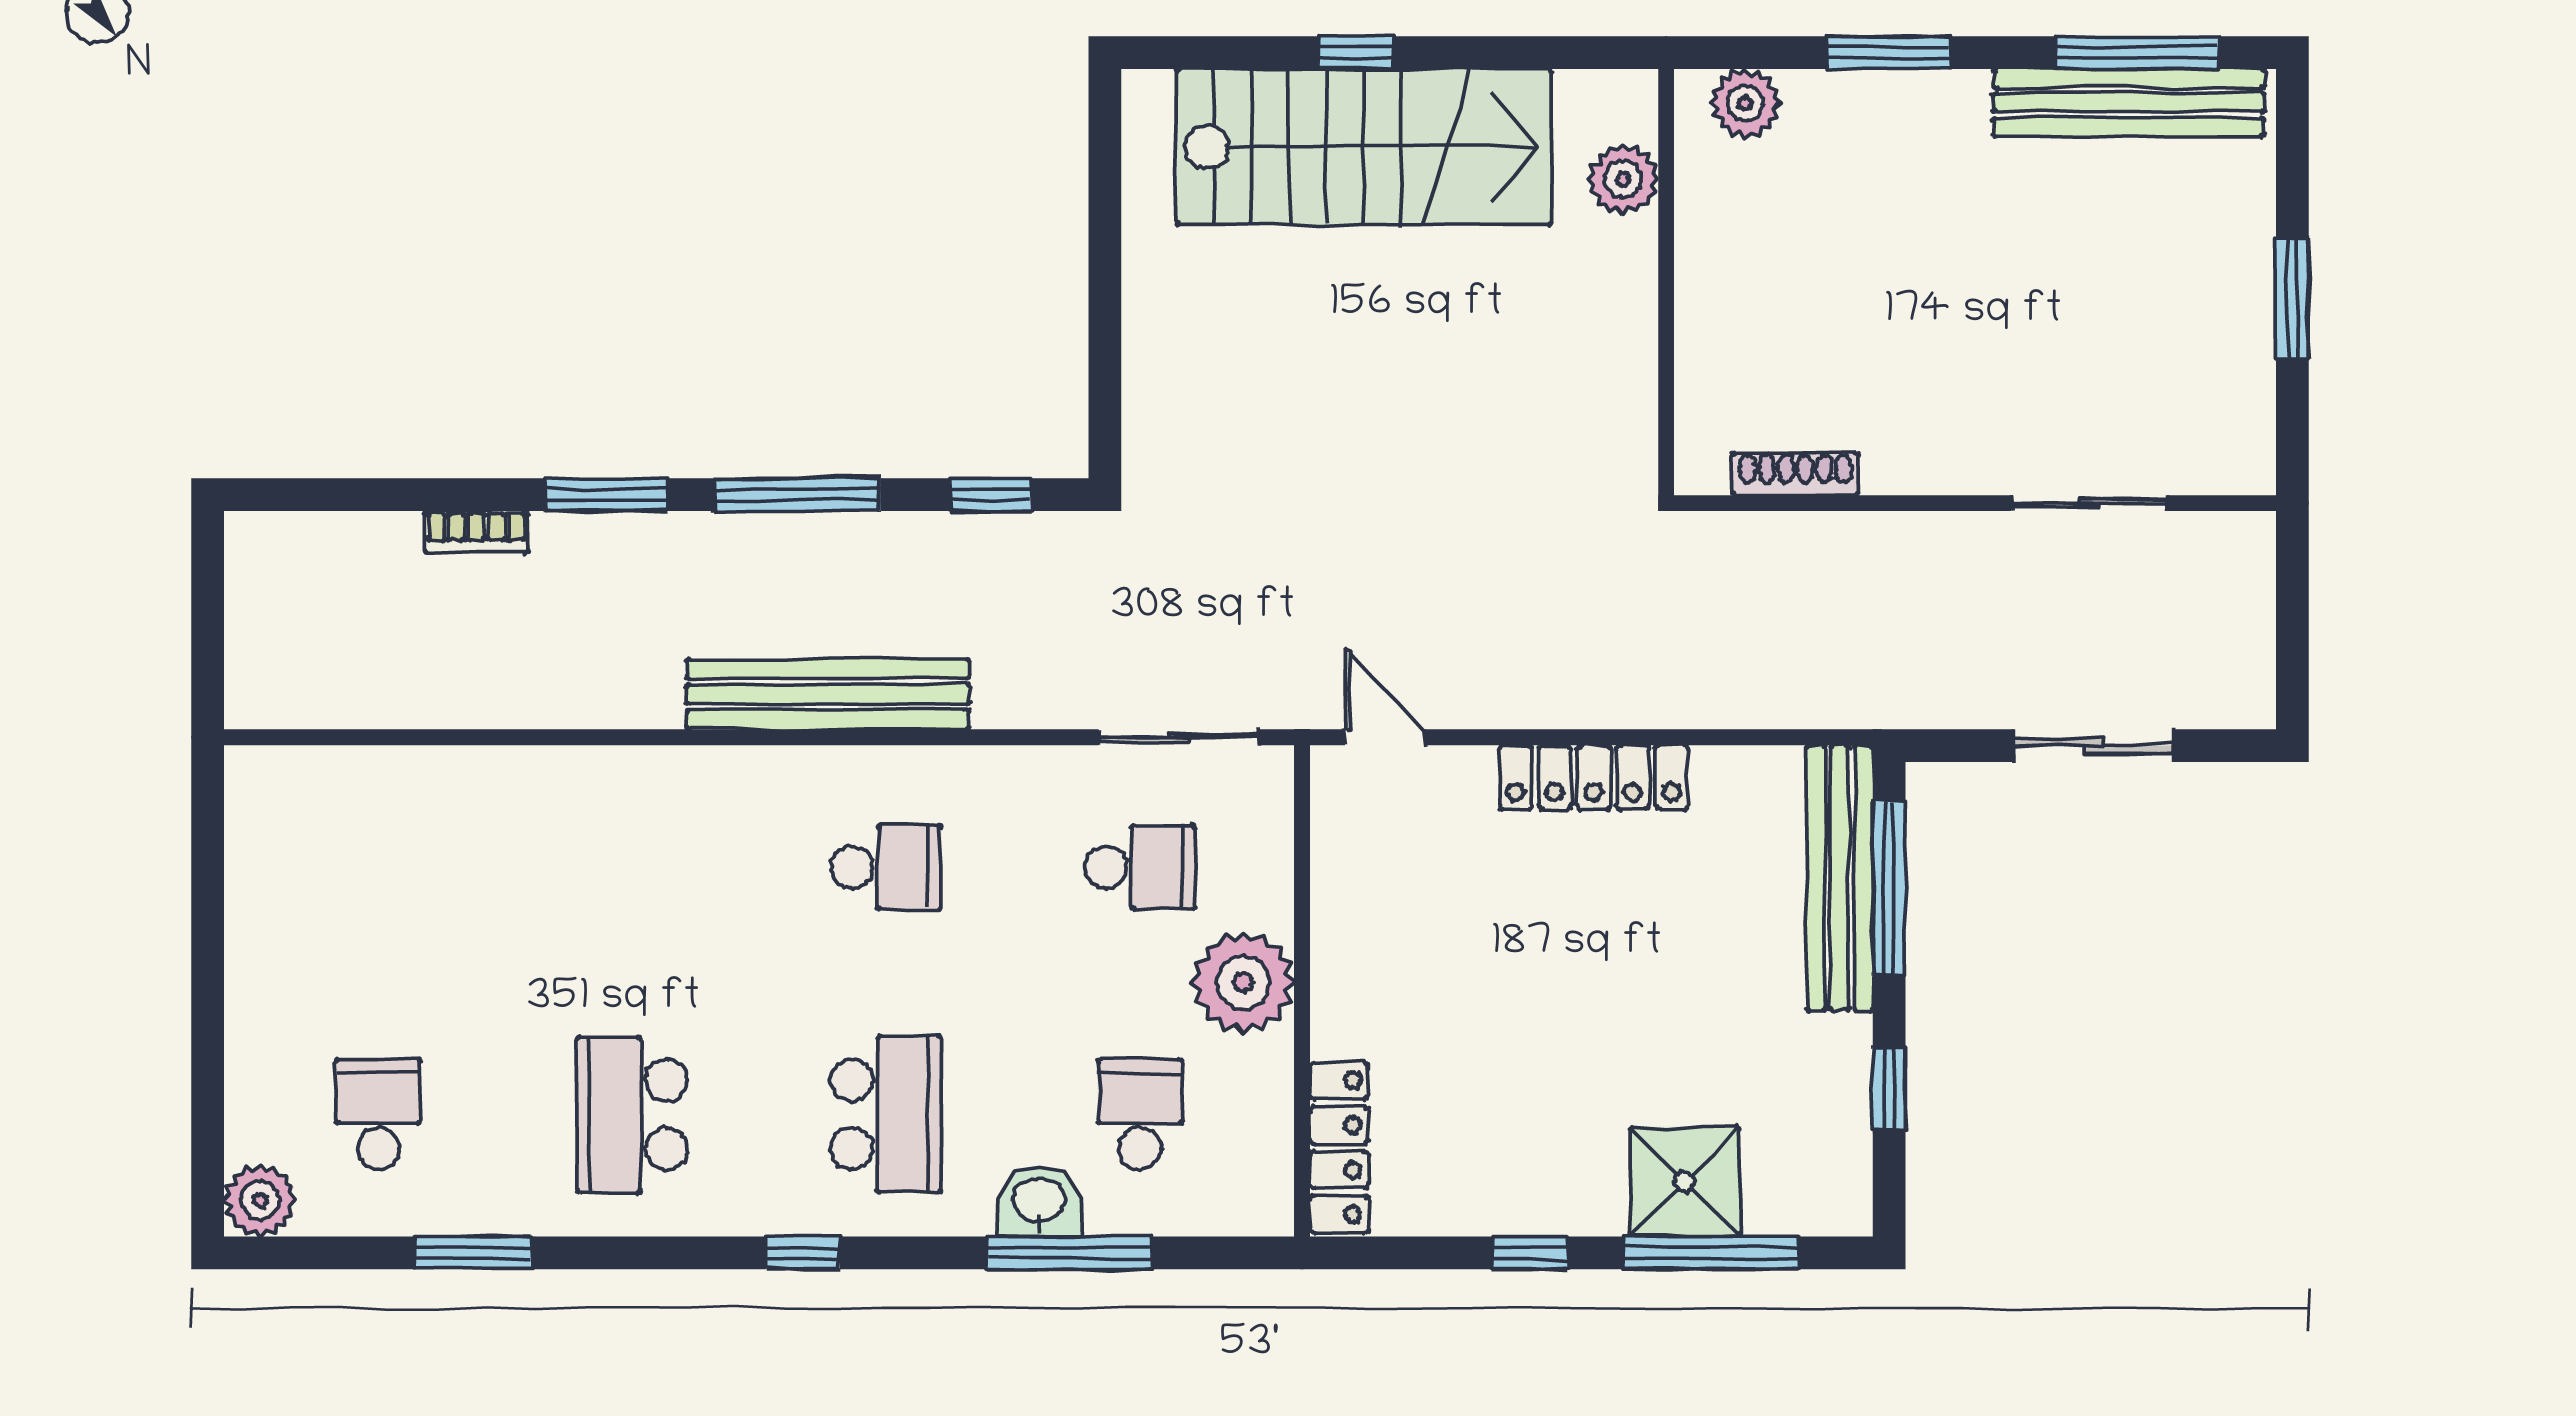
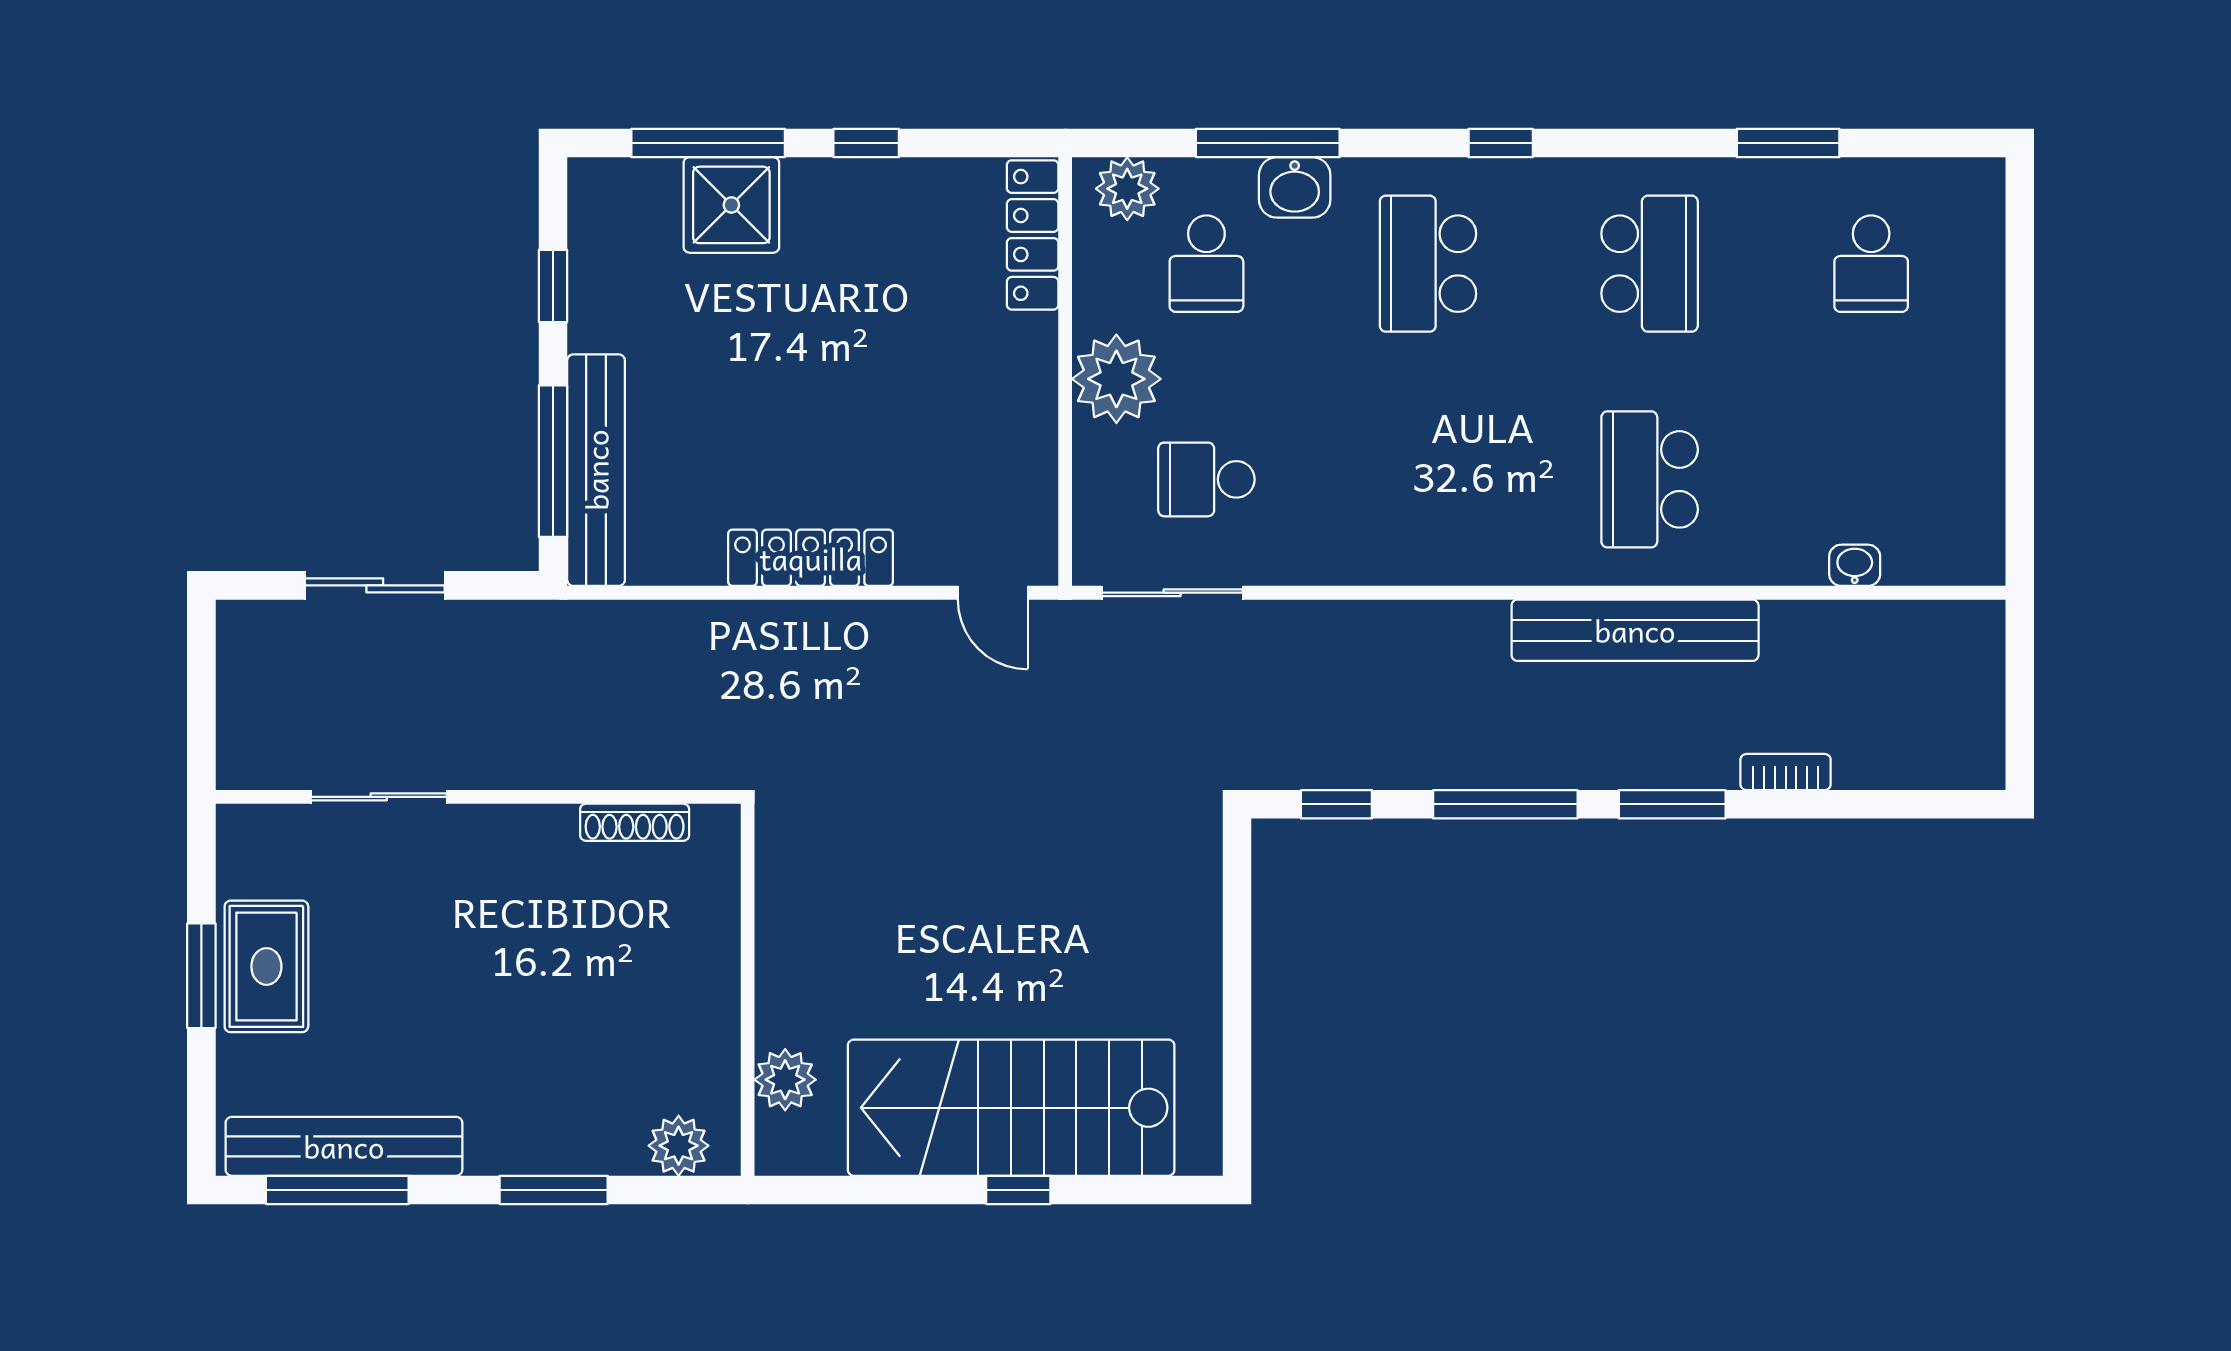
rug: (2218, 309) -> (266, 966), added
bench: (828, 694) -> (1635, 630), moved
washbasin: (397, 769) -> (1855, 565), added
school desk: (886, 867) -> (1650, 479), moved, width x1.85
plant: (260, 1200) -> (1127, 189), moved

